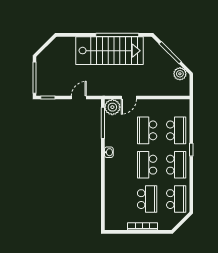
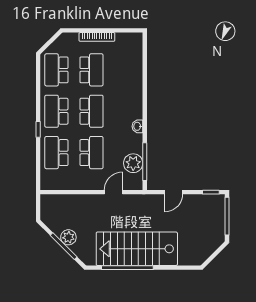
plant: (180, 74) -> (68, 237), moved
plant: (112, 107) -> (133, 163), moved
school desk: (147, 199) -> (91, 70), turned 180

